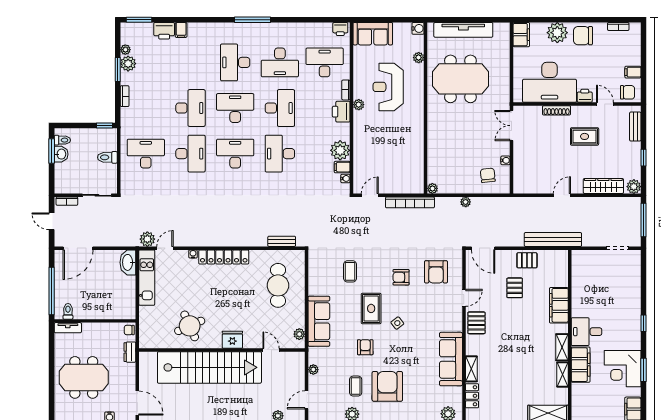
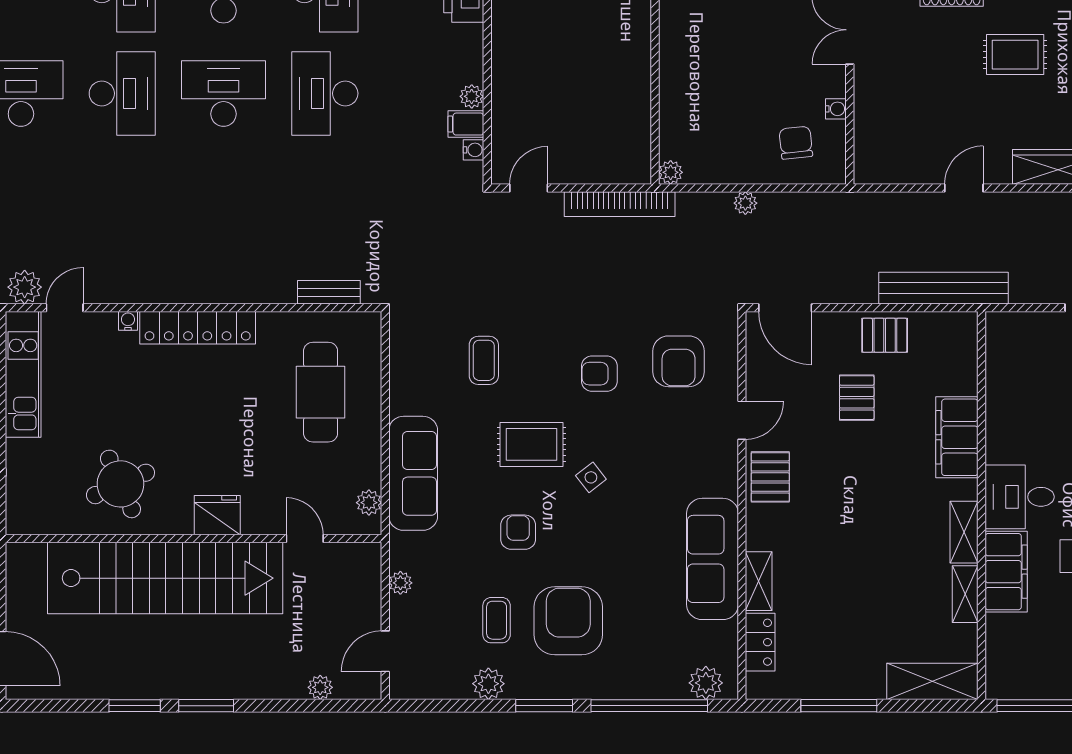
plant: (340, 150) -> (472, 96), width x0.53, depth x0.53
rug: (371, 308) -> (532, 444), turned 90

